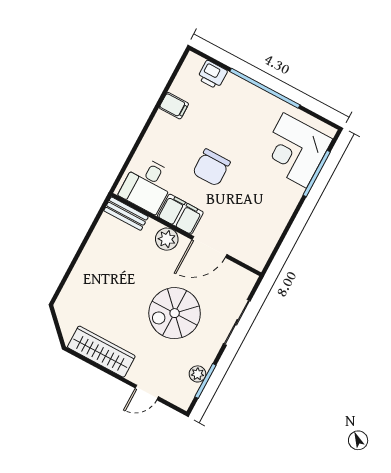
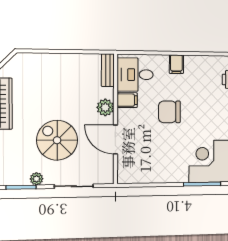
filing cabinet: (174, 106) -> (176, 64), moved
filing cabinet: (180, 214) -> (127, 100), width x0.50
plant: (198, 374) -> (37, 179), moved

